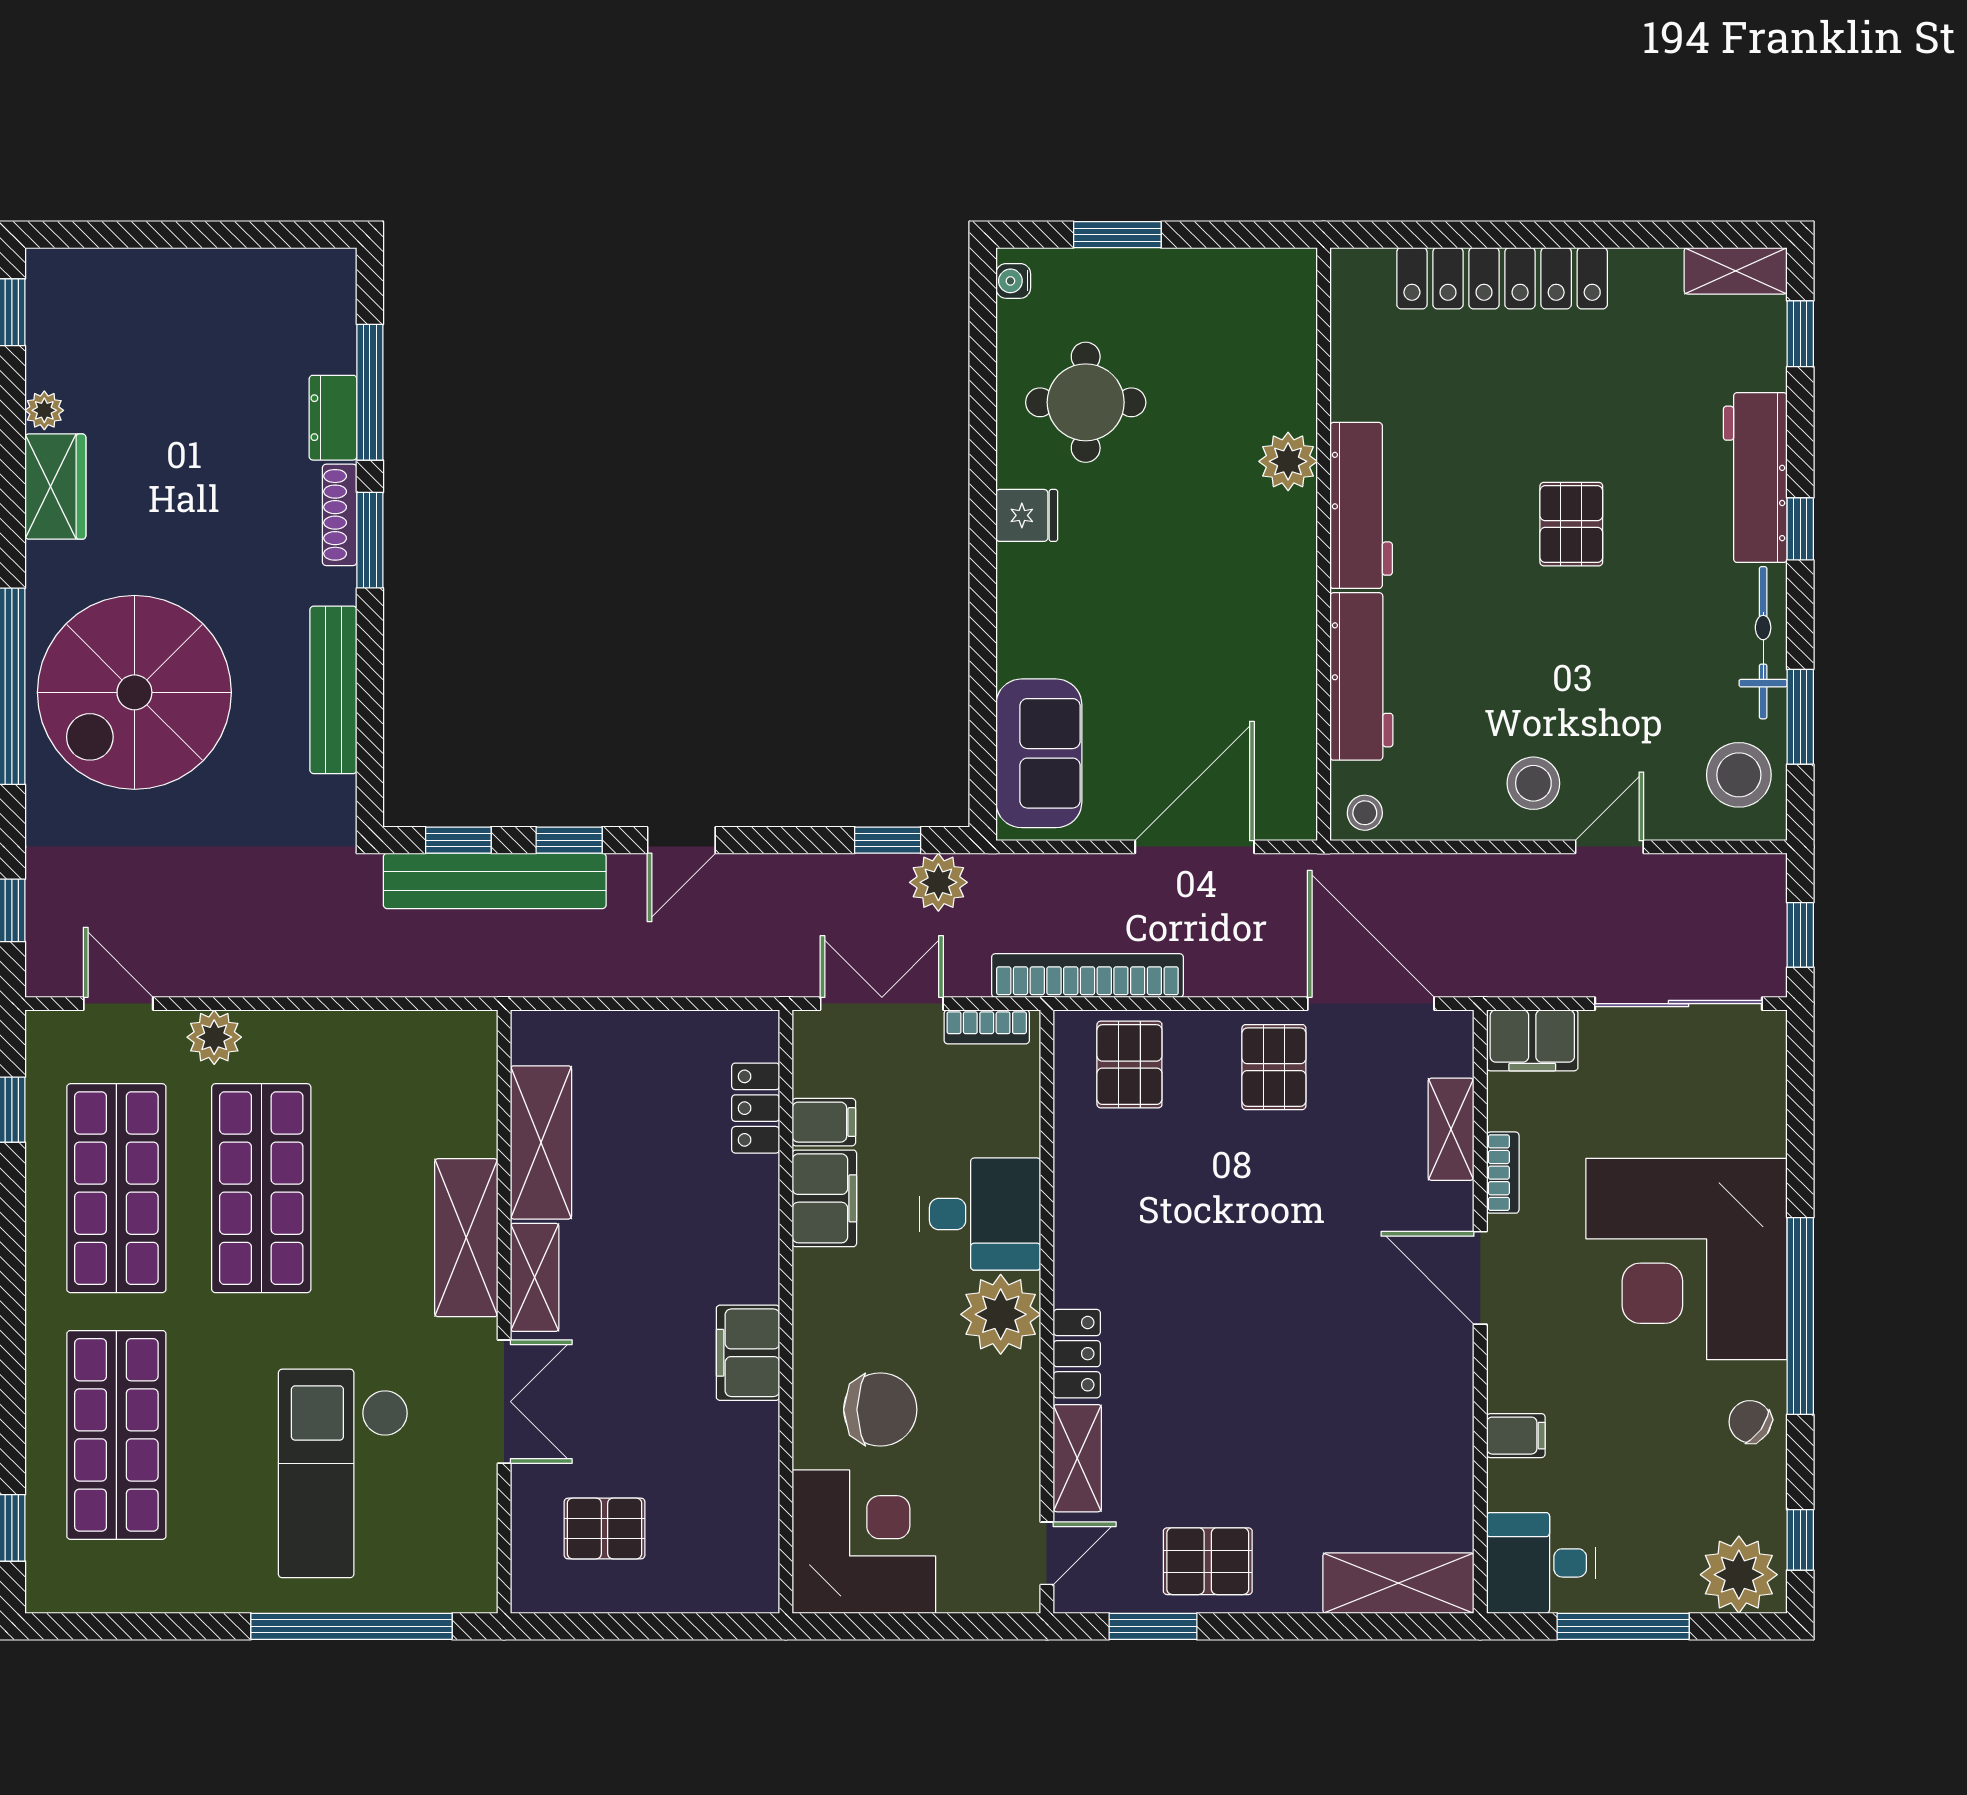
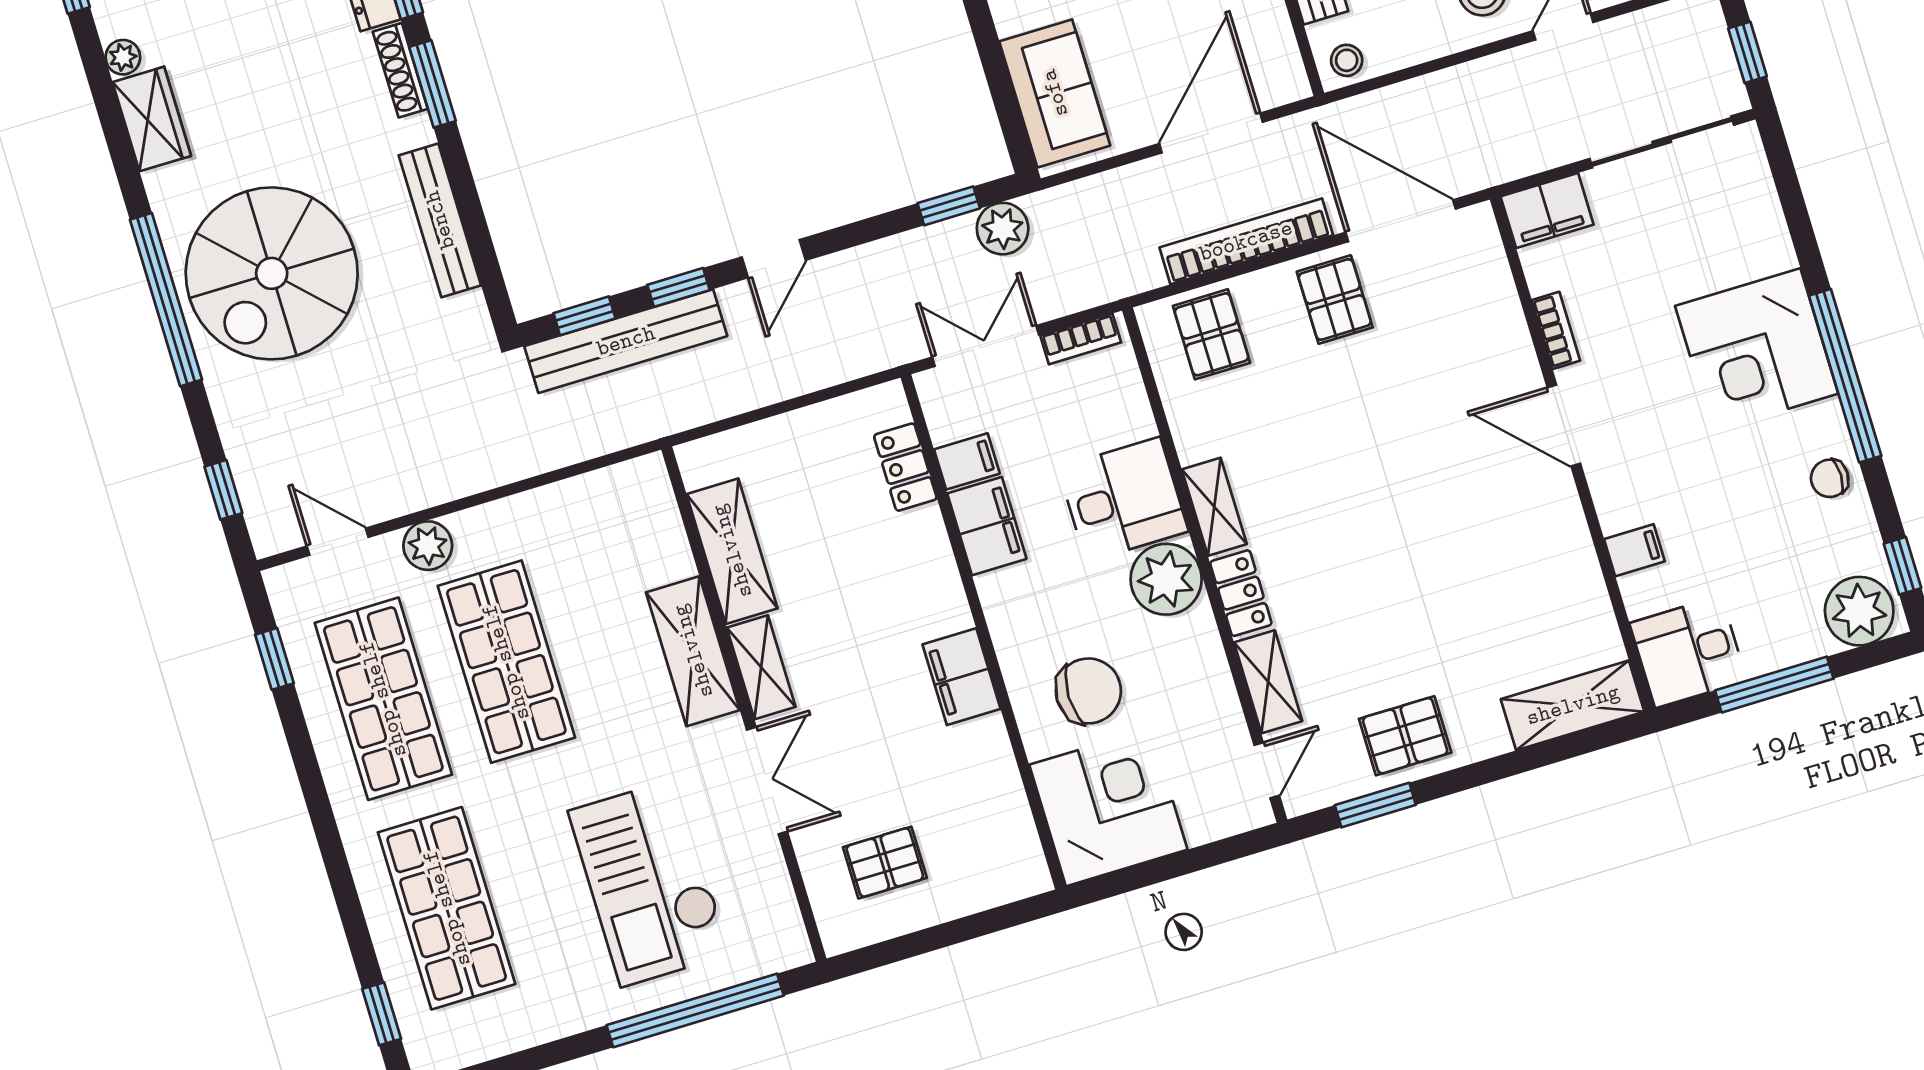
bookcase: (1087, 975) -> (1246, 241), moved
shelving: (1451, 1129) -> (1214, 507), moved
corner desk: (1687, 1259) -> (1757, 350), width x0.74, depth x0.74
chair: (1750, 1422) -> (1830, 478), turned -35

